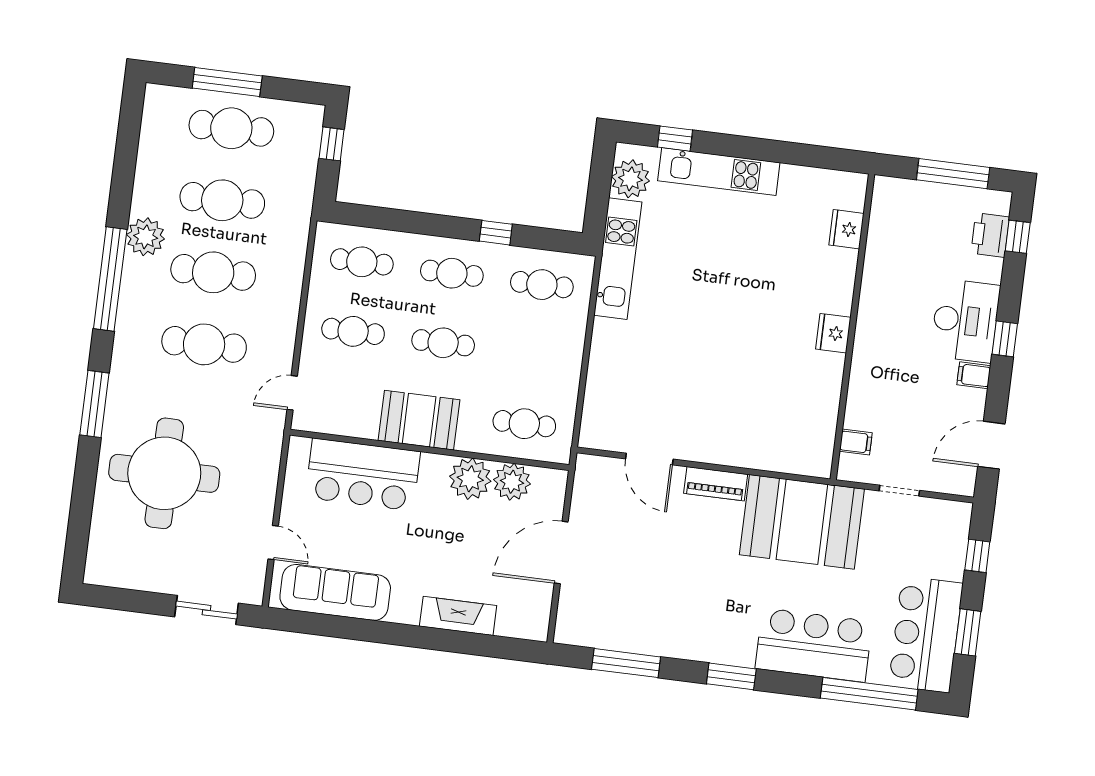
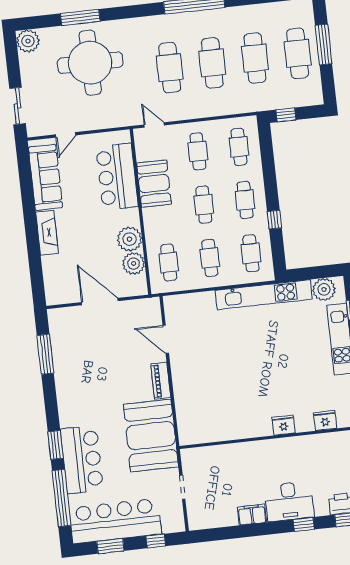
window: (332, 144) -> (286, 115), moved
plant: (146, 237) -> (28, 41), moved
kitchen unit: (618, 259) -> (264, 295), width x1.36
fridge: (833, 333) -> (284, 425), moved
window: (1005, 339) -> (304, 524), moved
cafe table: (533, 354) -> (210, 258), added
filing cabinet: (974, 375) -> (252, 515), width x2.00
window: (94, 404) -> (80, 17), moved
booth: (419, 420) -> (154, 184), moved
filing cabinet: (856, 442) -> (204, 455), removed
door: (991, 445) -> (221, 534), removed
door: (649, 459) -> (166, 339), hinge flipped
fireplace: (458, 616) -> (47, 233), moved
bar counter: (926, 634) -> (115, 521), width x1.36
window: (731, 676) -> (56, 445), moved

